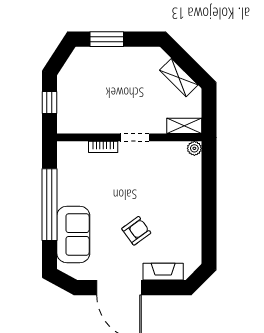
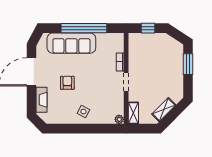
side table: (182, 205) -> (83, 112), added
armchair: (136, 231) -> (67, 83), turned -144
sofa: (73, 234) -> (71, 43), width x1.36

